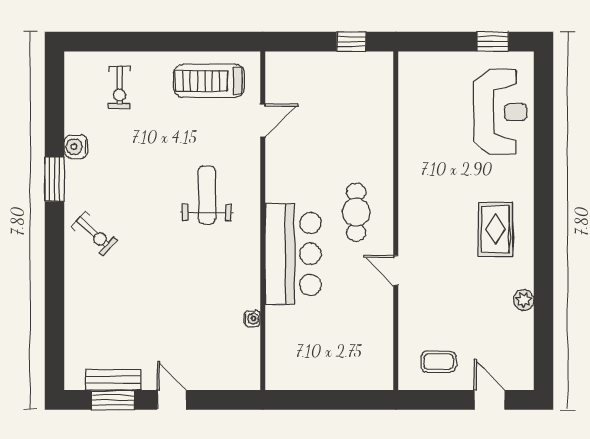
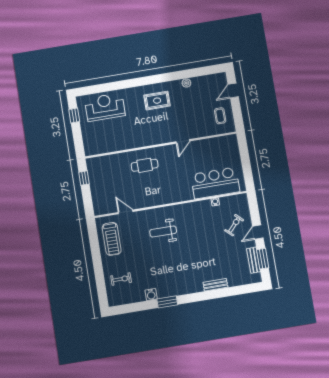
cafe table: (356, 212) -> (145, 165), moved
exercise bike: (94, 233) -> (234, 225), moved
bar counter: (293, 254) -> (215, 183), moved
bench: (74, 289) -> (215, 285), added

